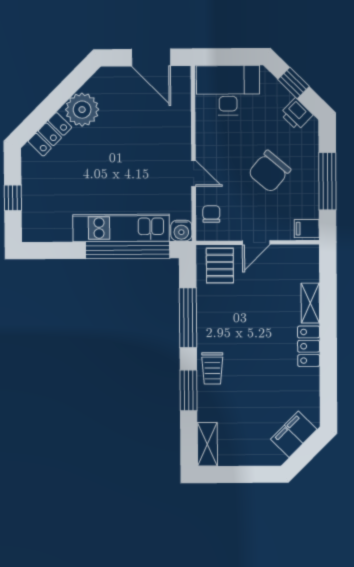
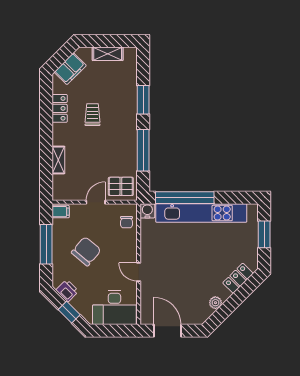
plant: (82, 110) -> (215, 303), width x0.53, depth x0.53
door: (194, 173) -> (139, 272), moved
window: (13, 198) -> (264, 234), width x1.50
kitchen unit: (121, 228) -> (201, 213), width x1.36
pallet: (220, 266) -> (121, 186), turned 90
locker: (309, 346) -> (60, 108), moved
trolley: (212, 368) -> (92, 115), moved
shelving: (207, 444) -> (108, 54), moved, turned 90

